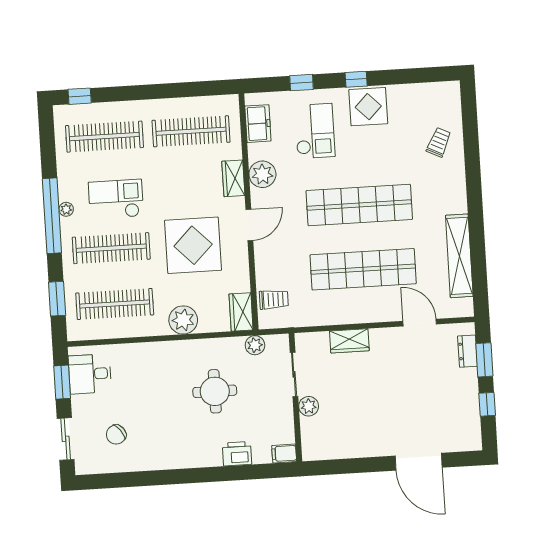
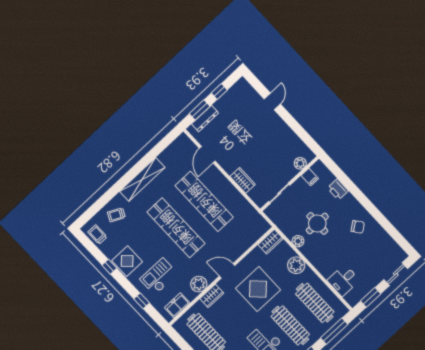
window: (356, 79) -> (109, 267), moved
shelving: (459, 256) -> (142, 179), moved
window: (57, 299) -> (334, 331), width x1.44
trolley: (274, 300) -> (97, 234), moved
plant: (255, 345) -> (298, 241), moved
dresser: (467, 351) -> (205, 118), width x1.44
desk: (90, 374) -> (343, 280), moved, turned 90
plant: (309, 406) -> (300, 163), moved
chair: (116, 435) -> (358, 227), moved
filing cabinet: (284, 454) -> (310, 177), moved
door: (419, 462) -> (272, 101), width x0.53

